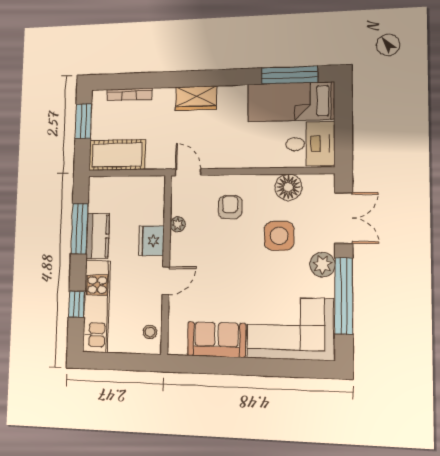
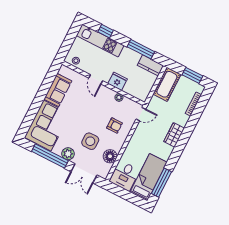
kitchen counter: (98, 236) -> (150, 65), moved

